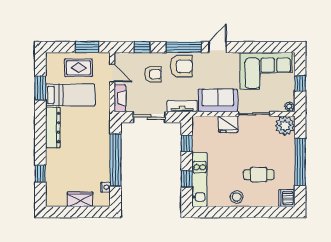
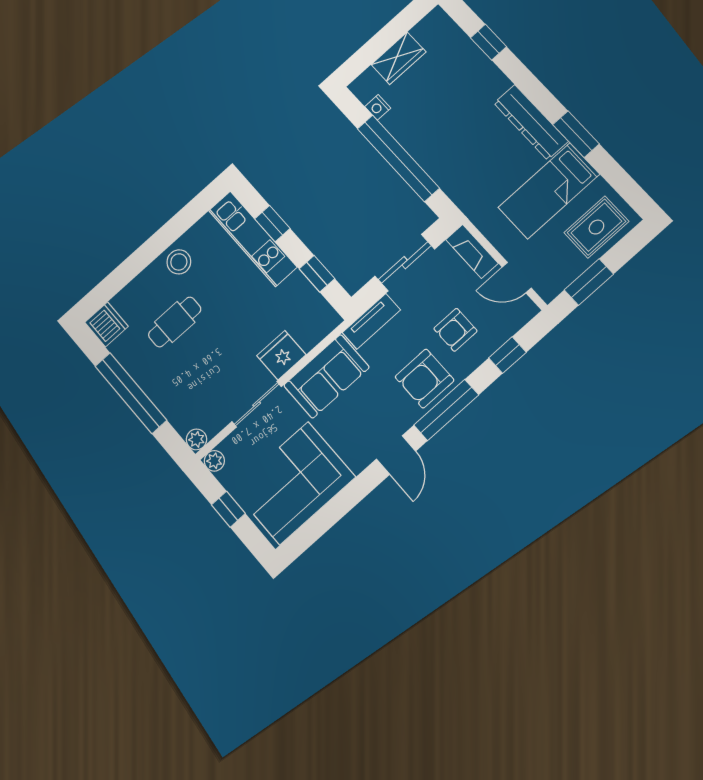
rug: (79, 68) -> (596, 227), moved
window: (40, 88) -> (576, 134), moved
plant: (285, 126) -> (196, 439), width x0.53, depth x0.53

